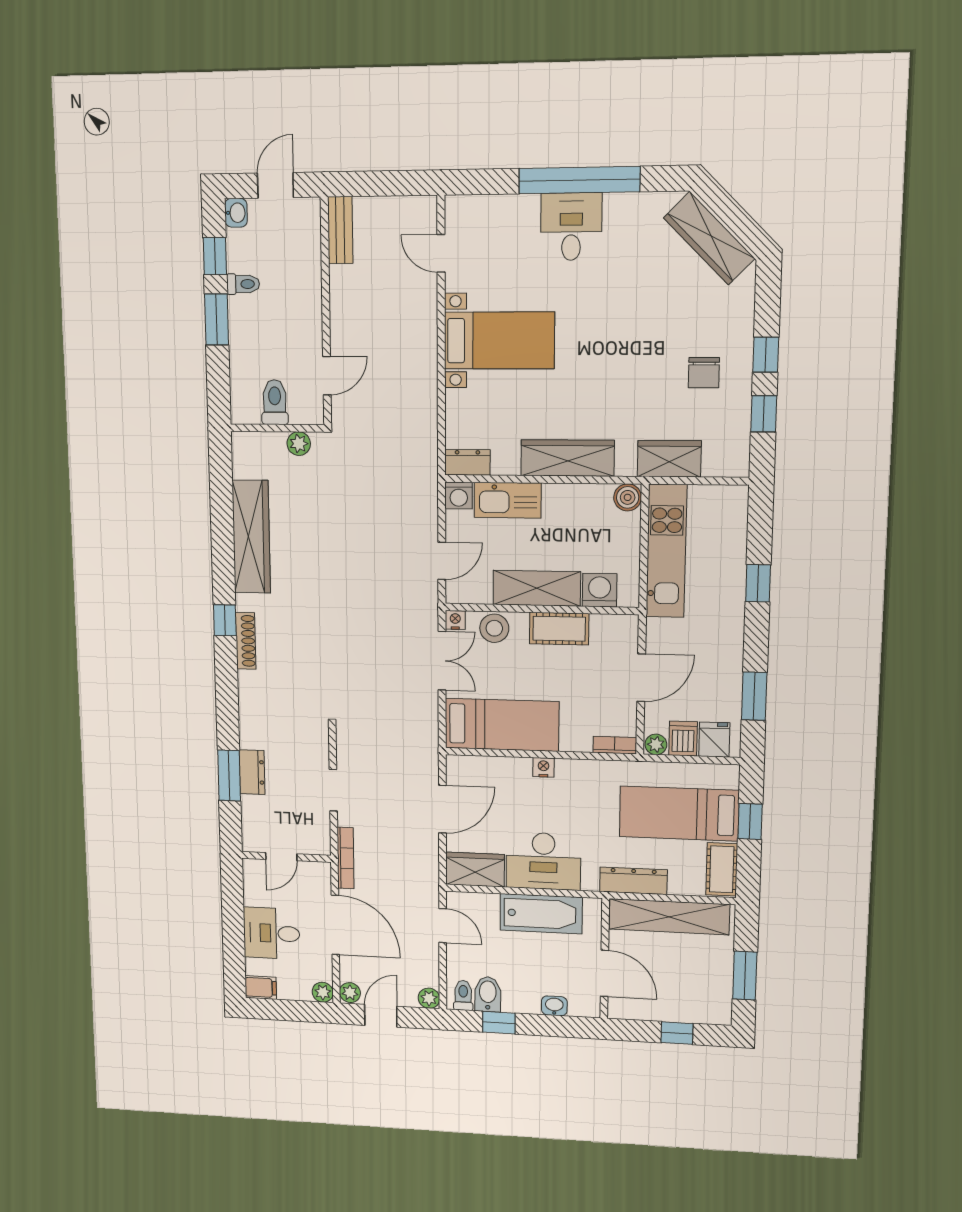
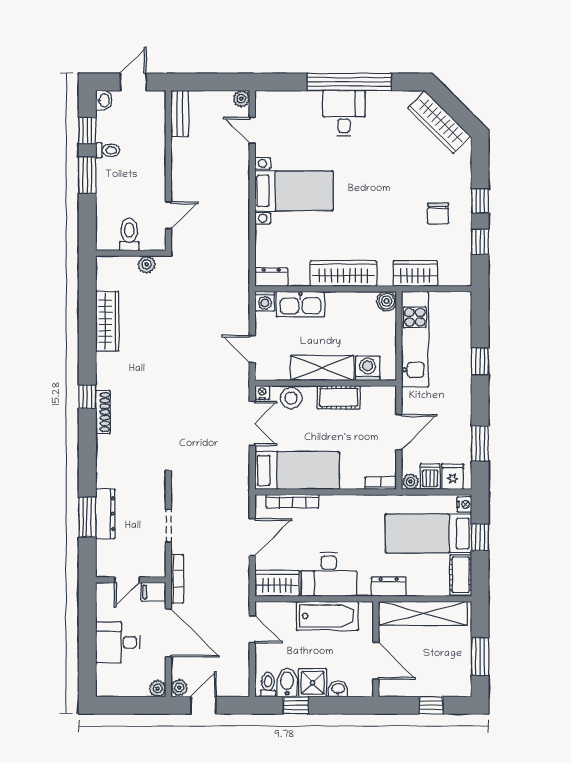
wardrobe: (251, 537) -> (107, 321), width x0.71, depth x0.85
door: (442, 561) -> (252, 349), swing flipped
bookcase: (496, 765) -> (292, 501), added
nightstand: (543, 767) -> (464, 504), moved, turned 90
dresser: (252, 772) -> (105, 514), width x1.44
dresser: (633, 881) -> (389, 587), width x0.70
filing cabinet: (261, 987) -> (153, 592), moved, turned 180
shower: (521, 996) -> (313, 683), added
plant: (429, 998) -> (241, 99), moved

